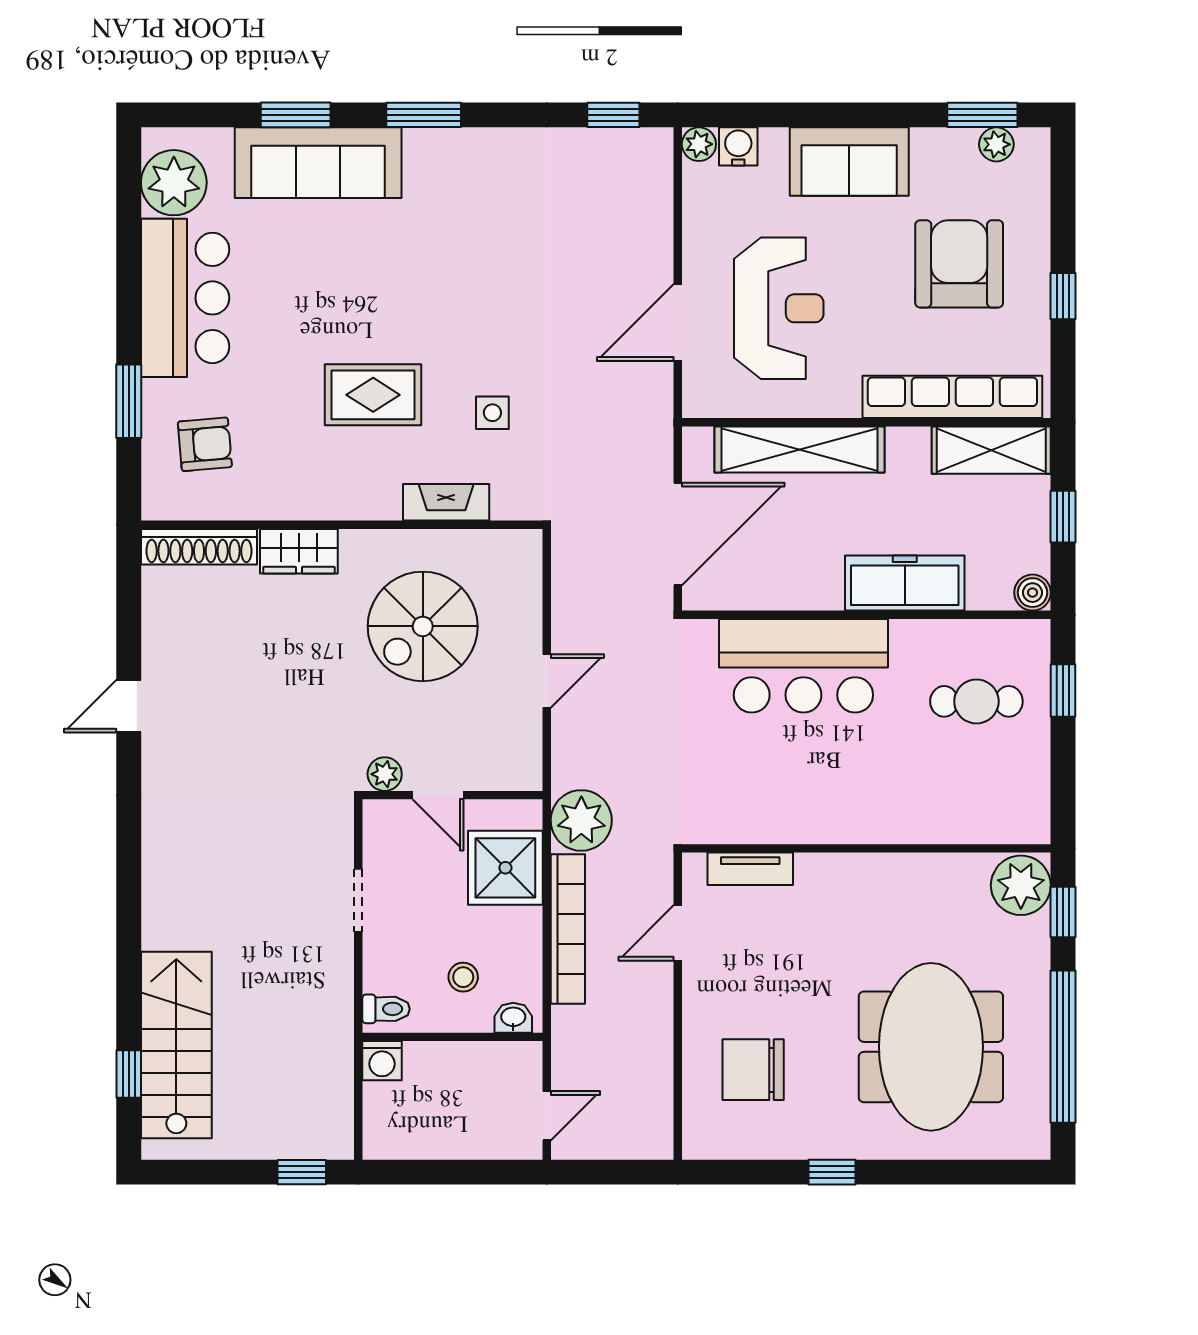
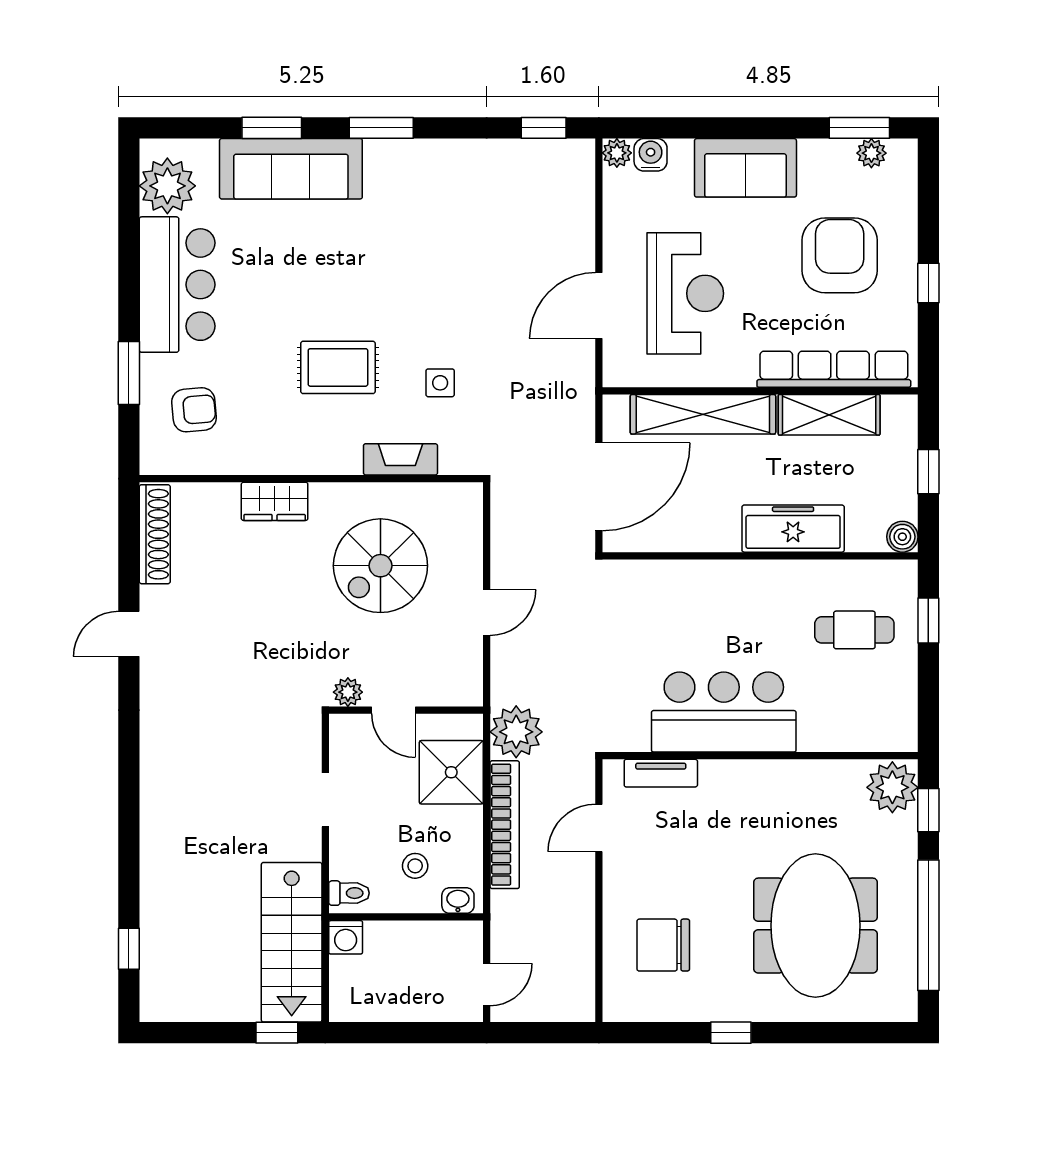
shelving: (991, 450) -> (829, 415), moved
shoe rack: (199, 547) -> (155, 534), moved, turned -90
bar counter: (803, 666) -> (724, 712), moved, turned 180
stairs: (176, 1045) -> (292, 942), moved, turned 180

